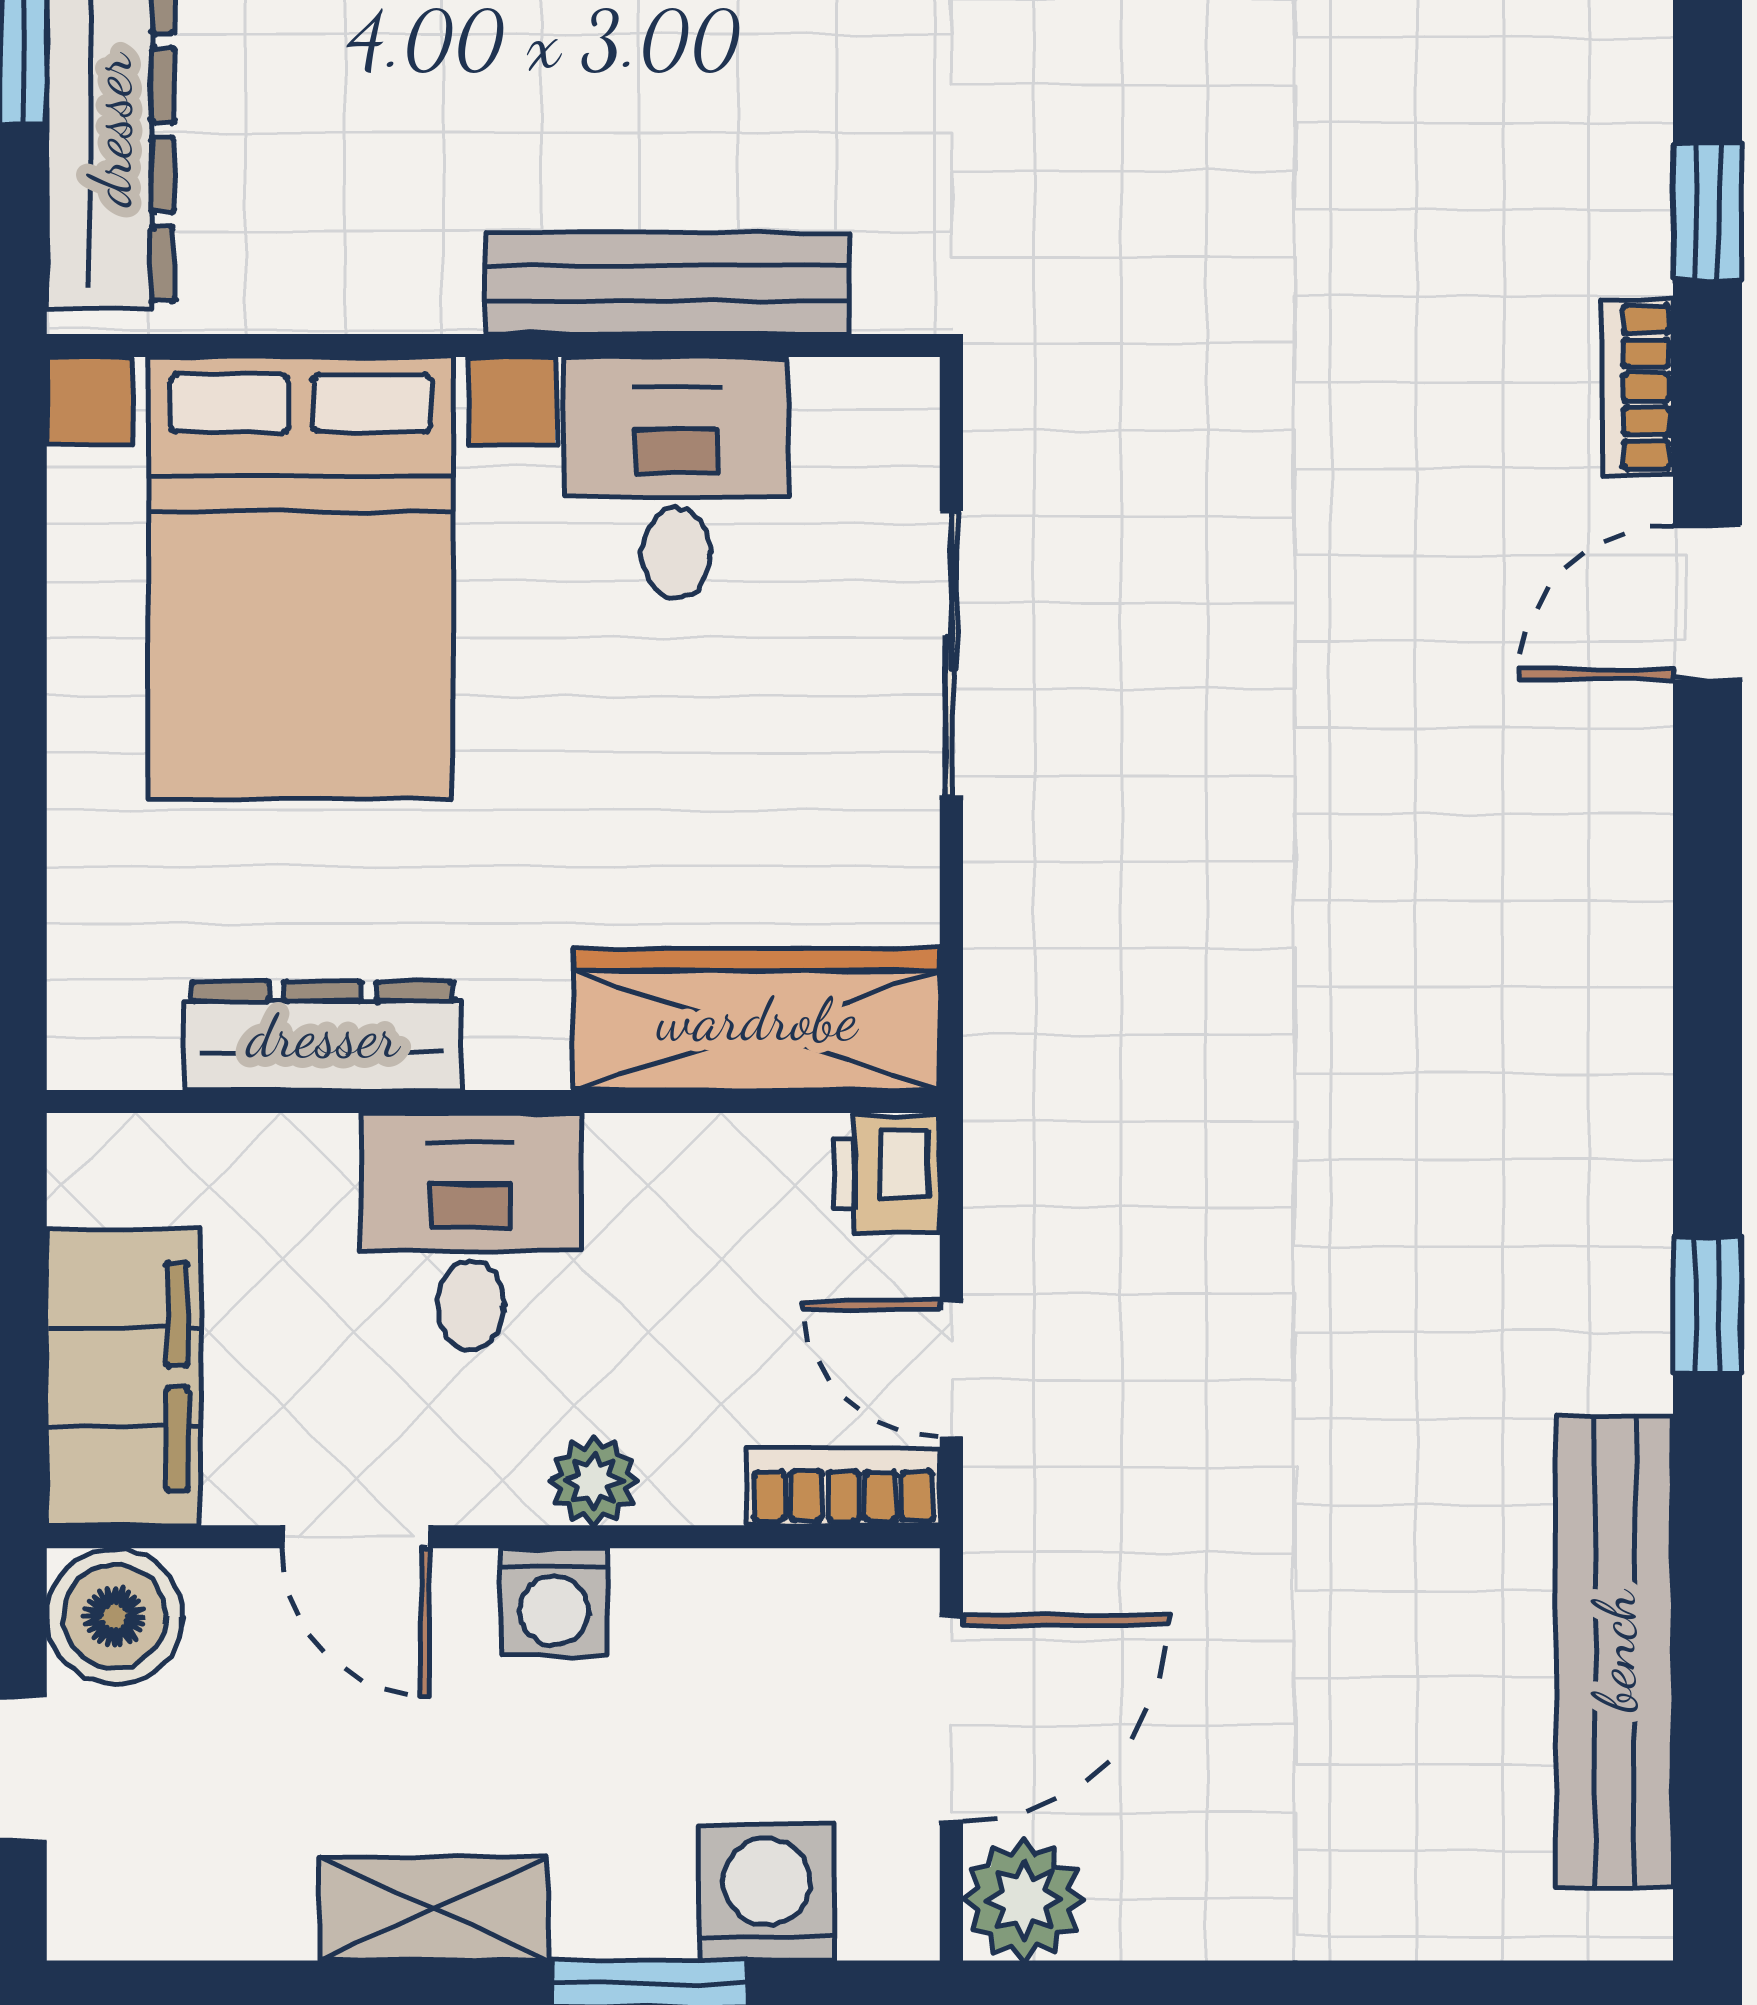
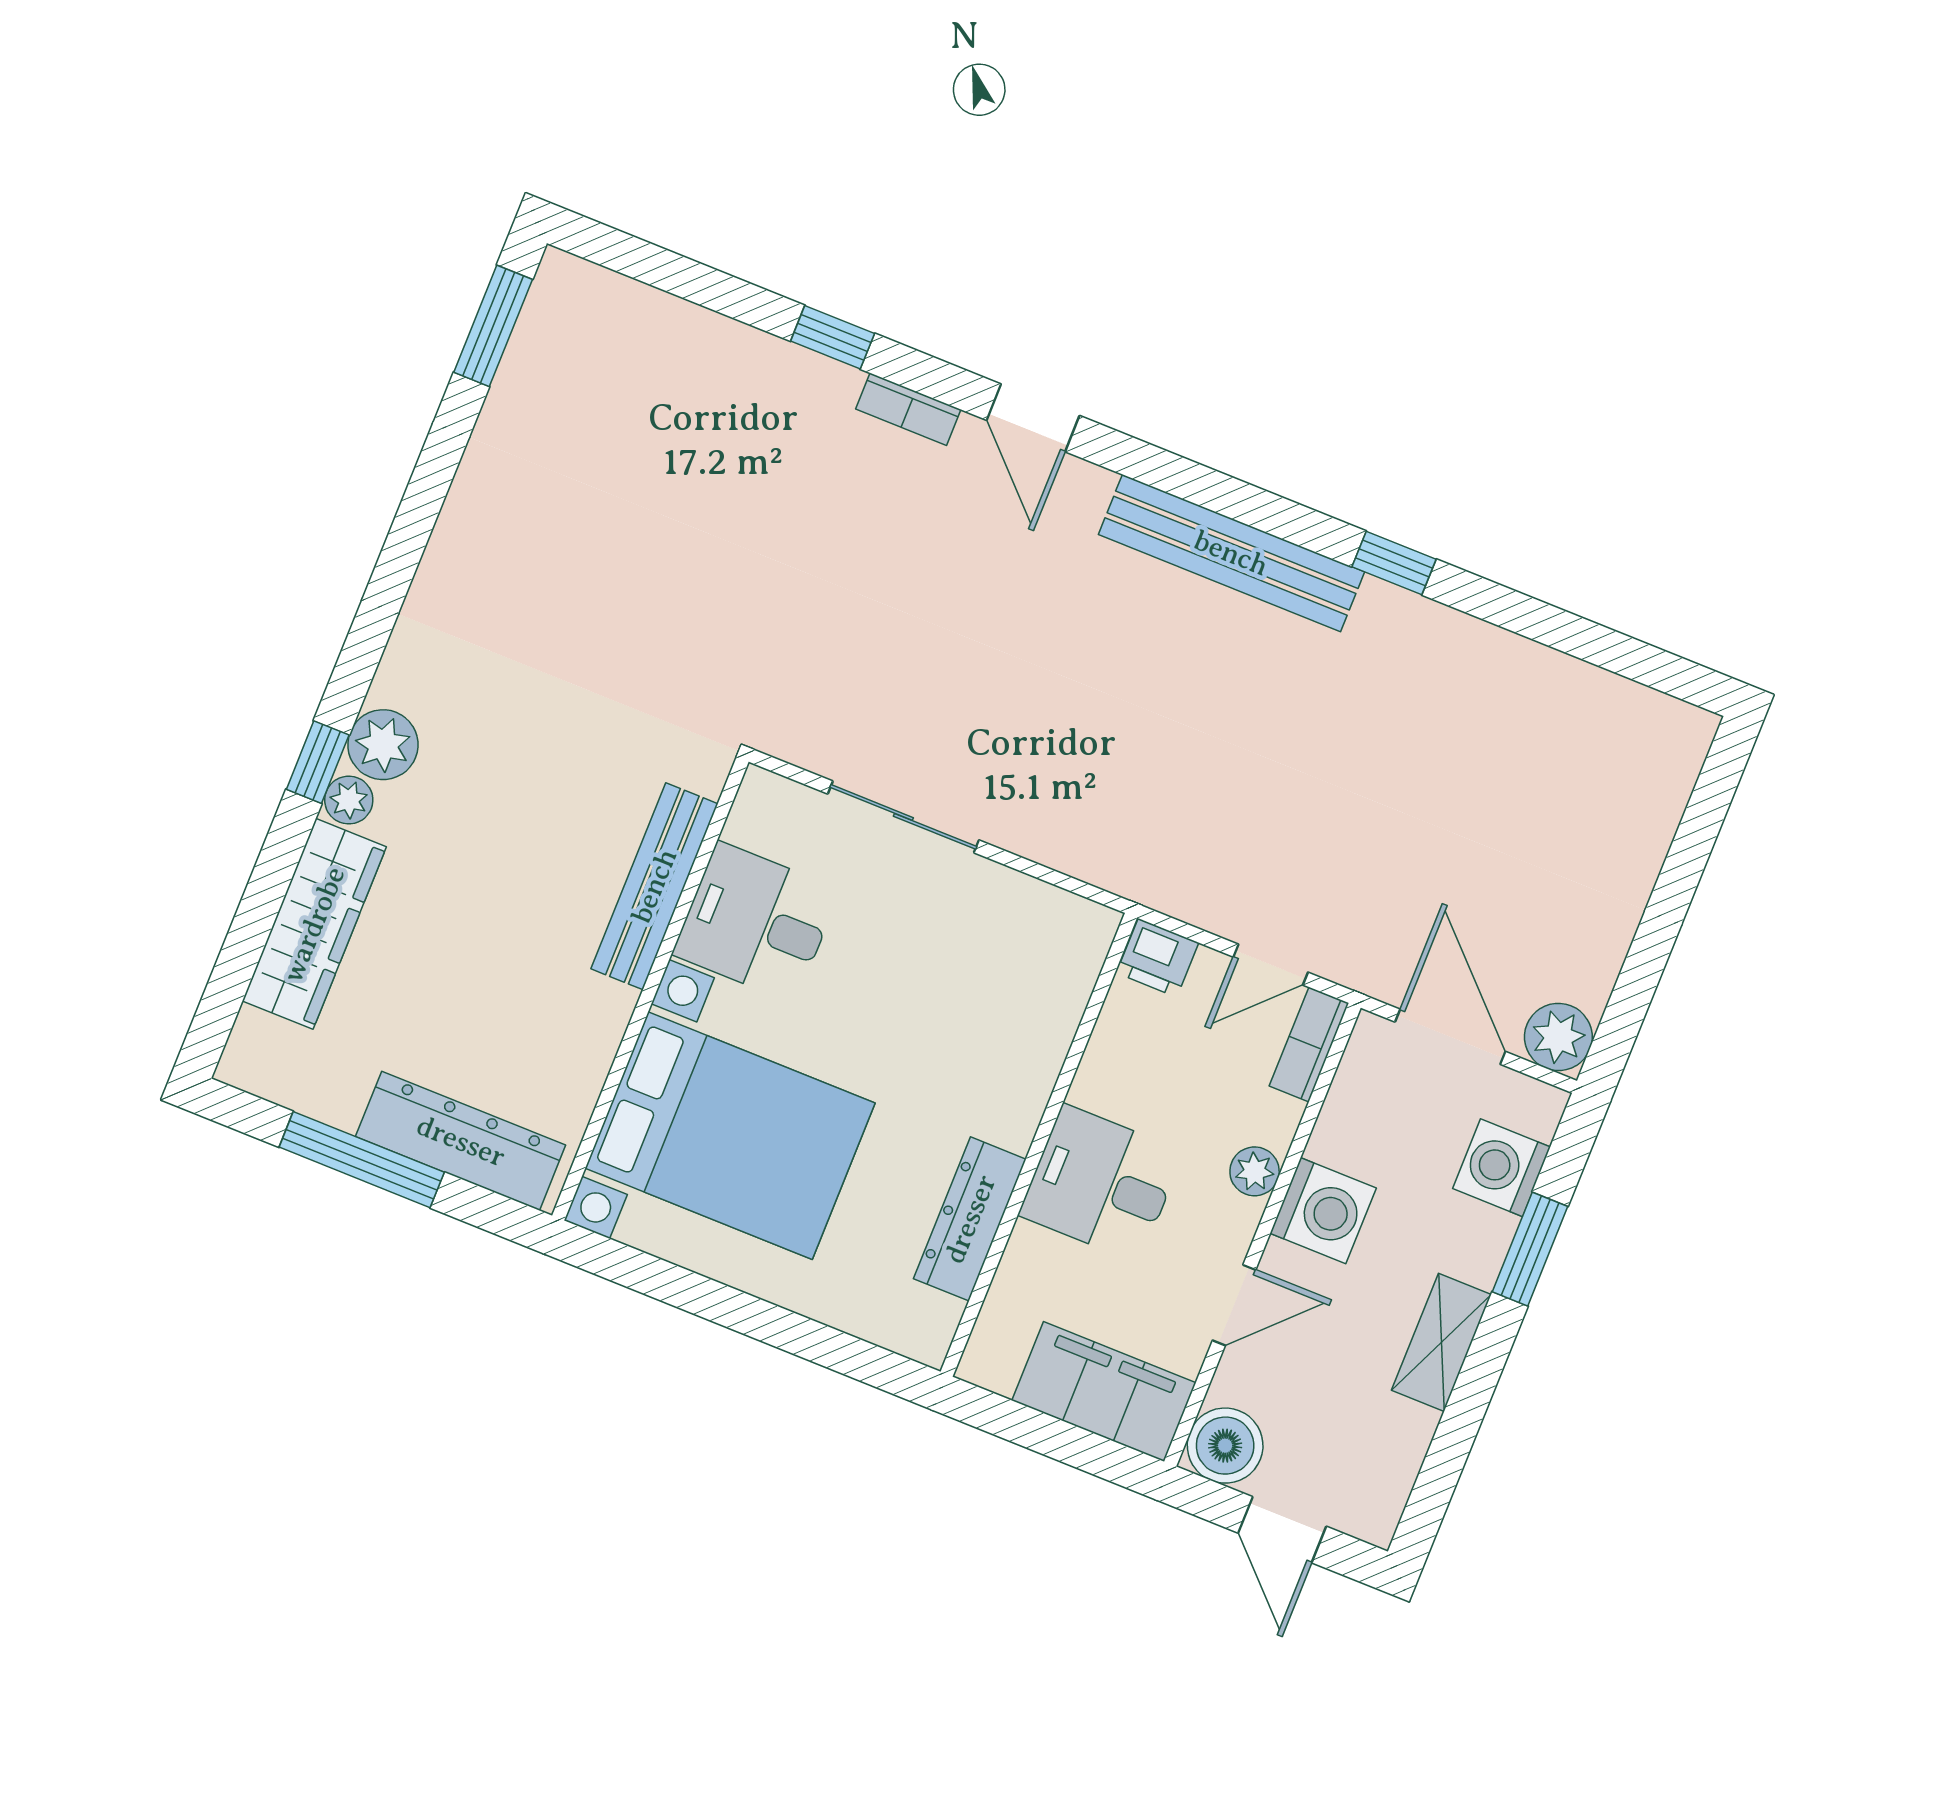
wardrobe: (757, 1019) -> (1051, 992), removed
washing machine: (554, 1602) -> (1323, 1211), width x1.38, depth x1.38
bench: (1614, 1651) -> (1231, 553), moved

